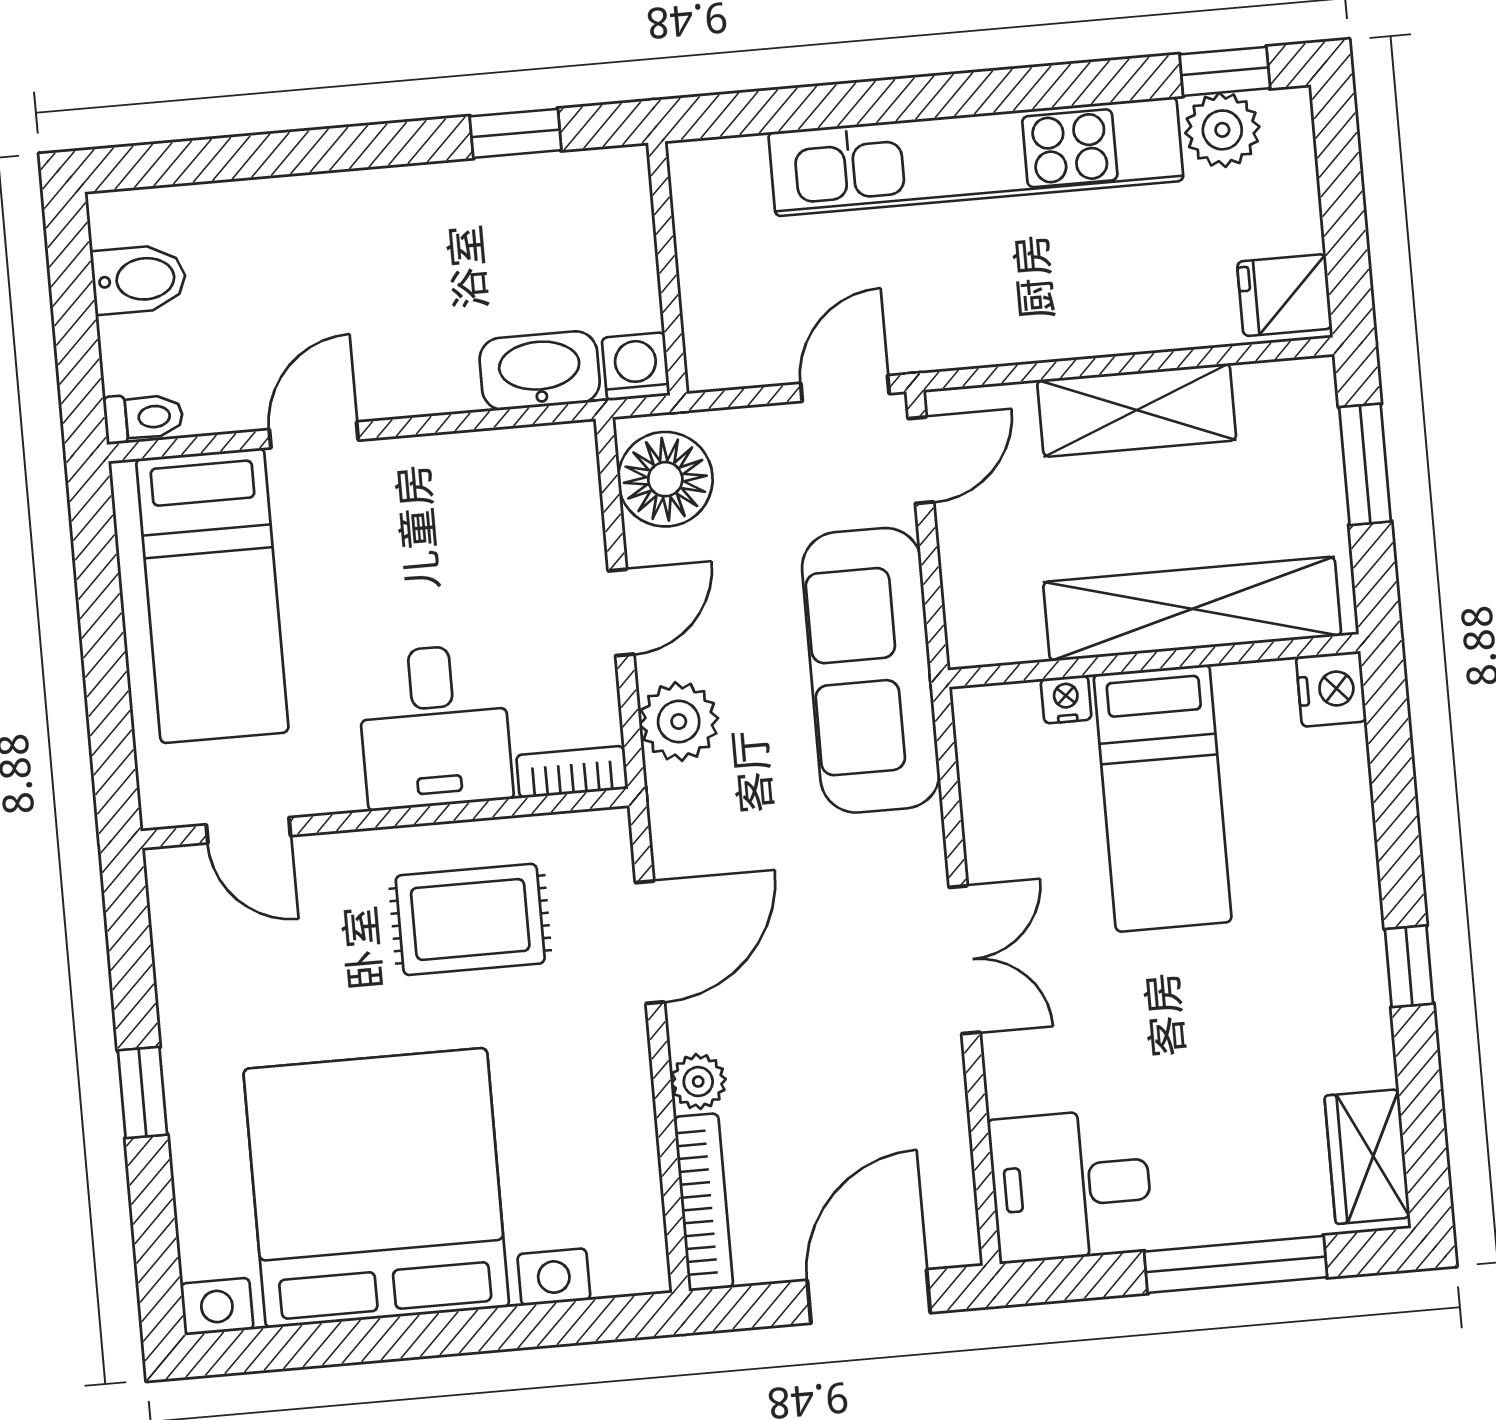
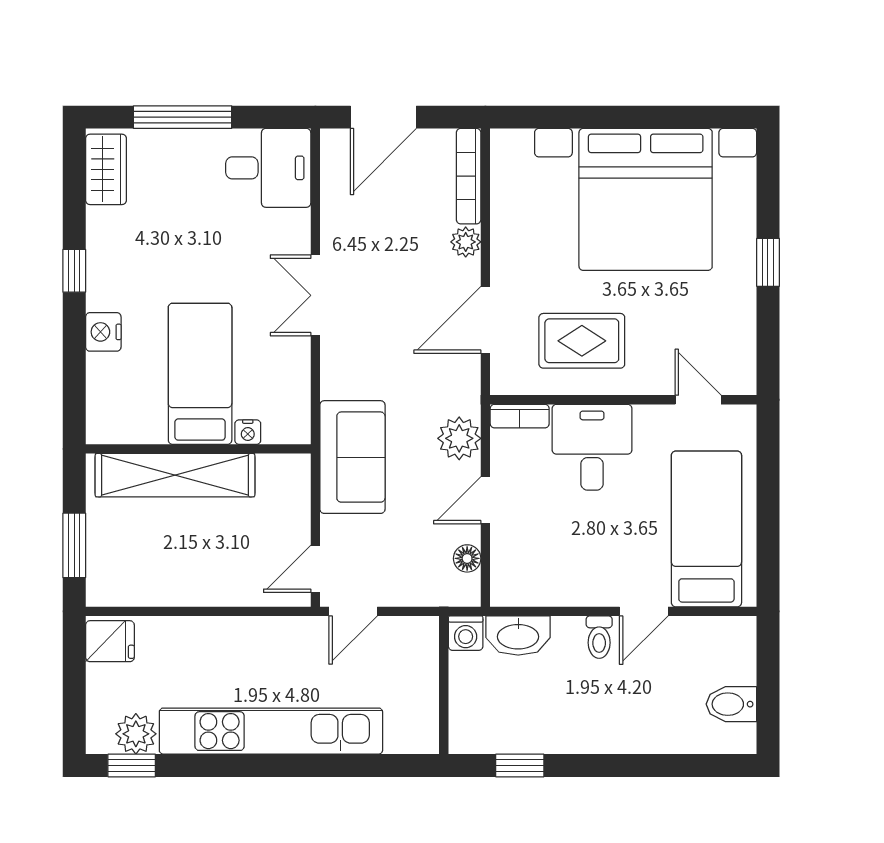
shelving: (1137, 410) -> (196, 586), removed
toilet: (143, 418) -> (599, 637), moved, turned -90
floor lamp: (665, 479) -> (467, 558), width x0.53, depth x0.53
sofa: (871, 670) -> (352, 457), width x0.73
nightstand: (1331, 689) -> (103, 332), moved

